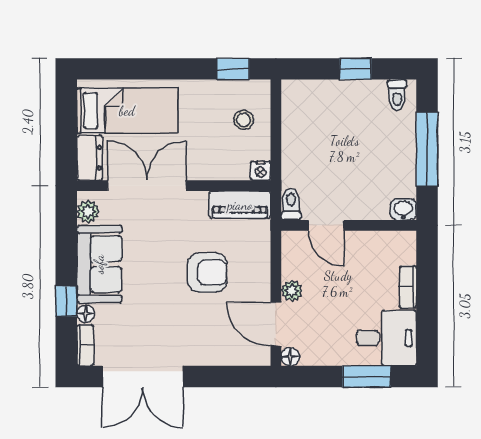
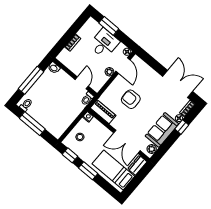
window: (174, 69) -> (88, 171), added
window: (356, 69) -> (32, 124), width x2.17
desk: (386, 338) -> (104, 43), moved, turned 90

